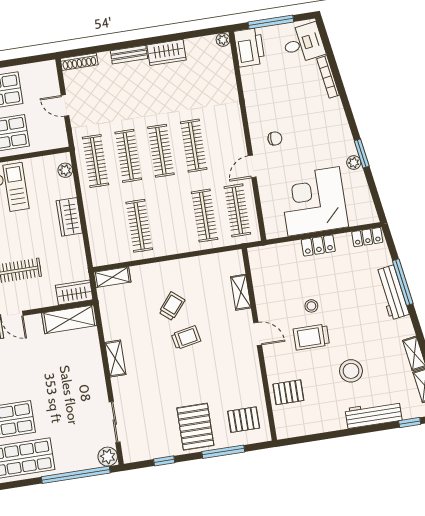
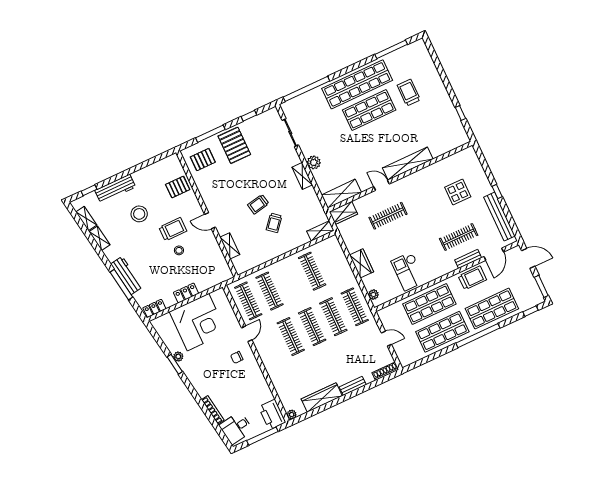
wardrobe: (167, 52) -> (322, 397), width x1.50
plant: (108, 457) -> (314, 162), moved

